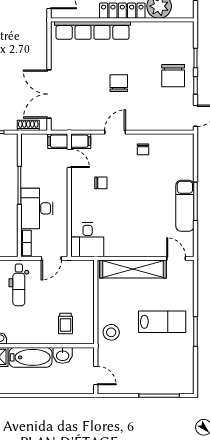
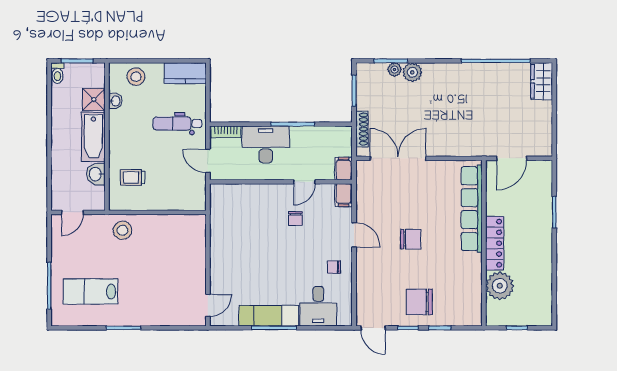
shoe rack: (28, 125) -> (362, 129), width x1.43
door: (69, 158) -> (304, 182), moved
desk: (88, 240) -> (318, 306), moved, turned -90
shelving: (133, 269) -> (196, 256), removed
lab bench: (162, 322) -> (90, 291), moved, turned 90

